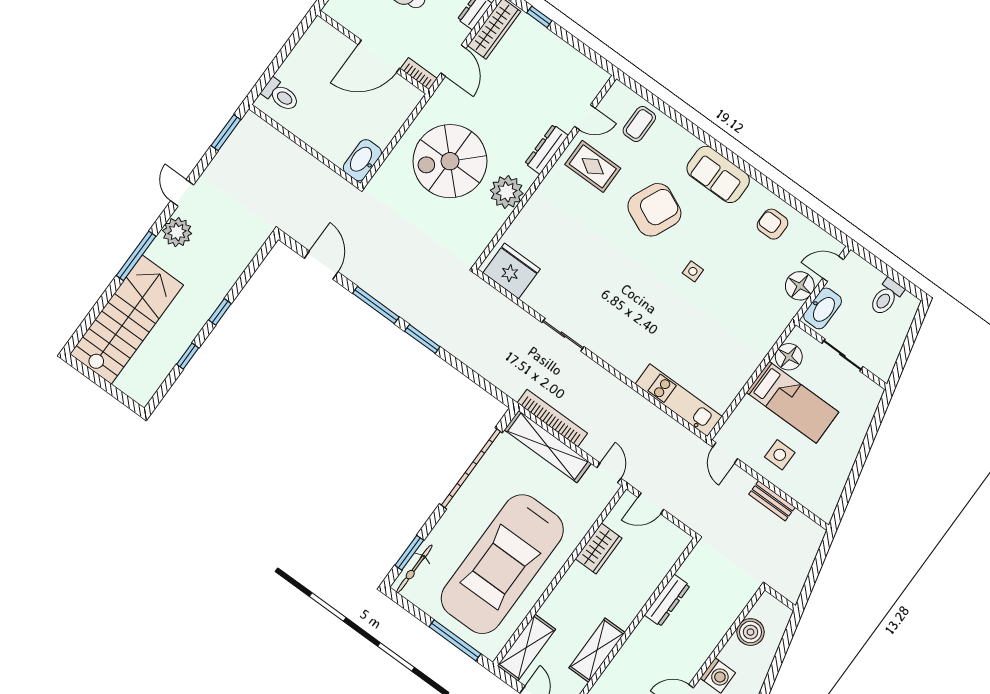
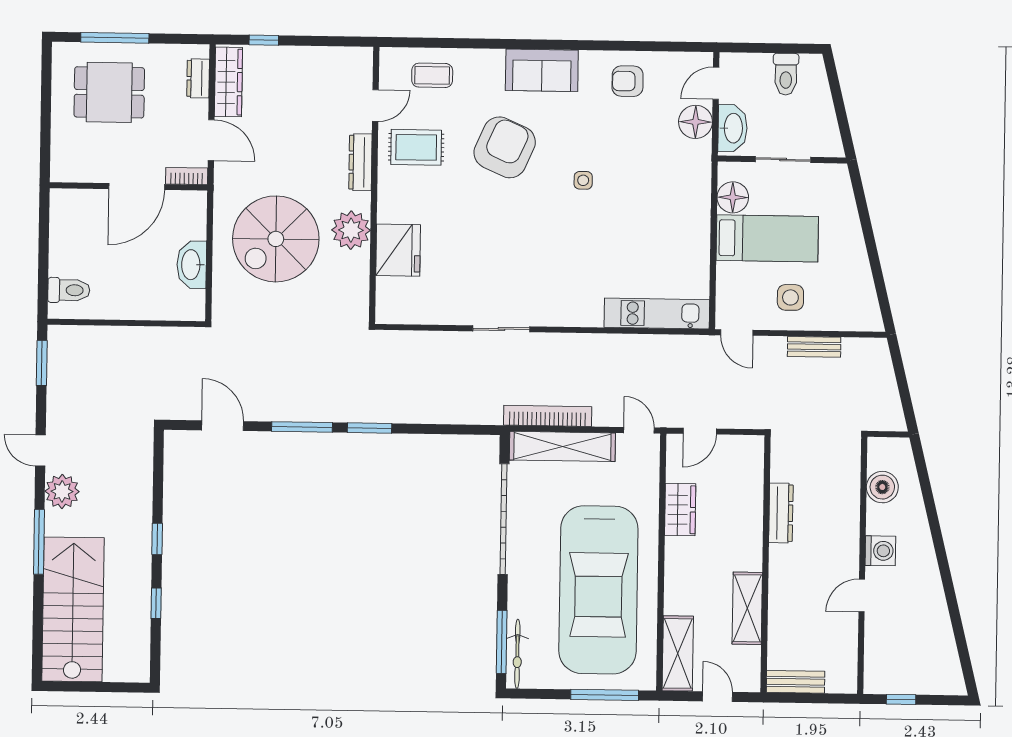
coffee table: (639, 124) -> (432, 75), turned 90
washbasin: (362, 160) -> (192, 265), moved
fridge: (512, 271) -> (398, 250), moved, turned 90
window: (409, 553) -> (502, 642), width x1.44

